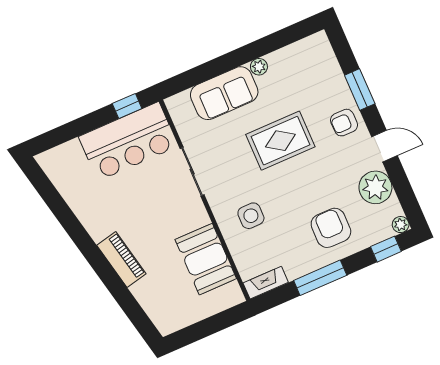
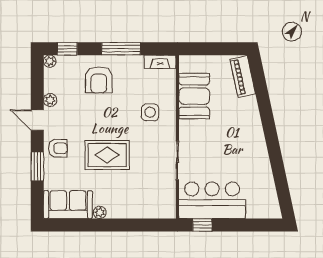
sofa: (224, 93) -> (68, 205), moved
plant: (375, 187) -> (50, 100), width x0.53, depth x0.53
piano: (121, 259) -> (243, 76), moved

